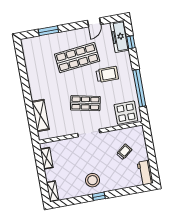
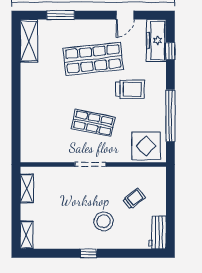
shelving: (40, 116) -> (29, 41), moved
stool: (92, 180) -> (104, 221), moved

